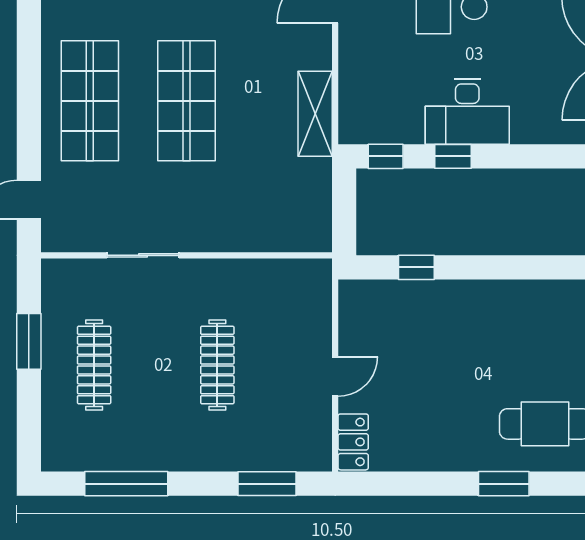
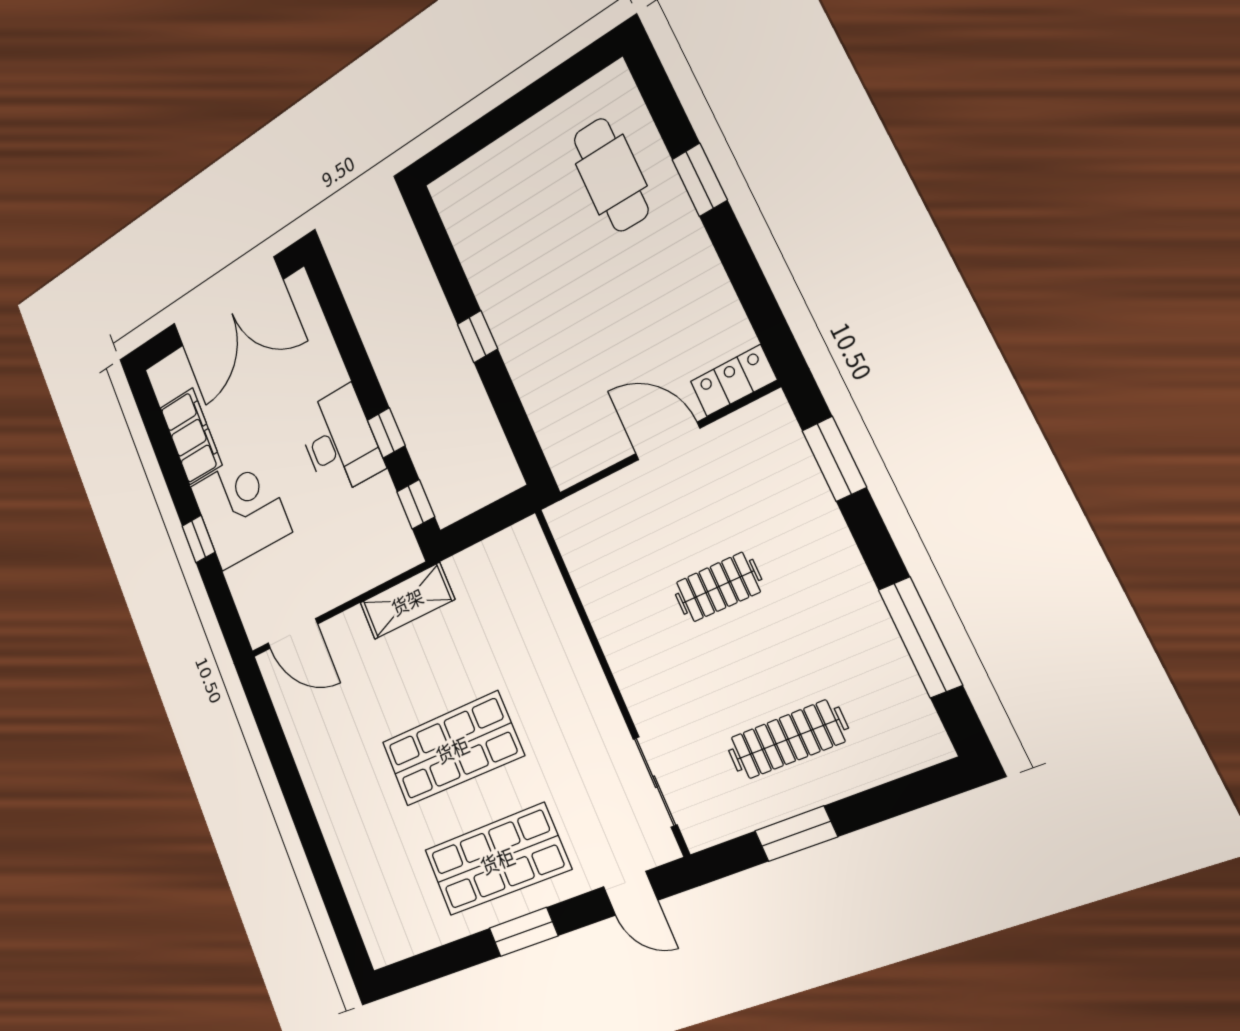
window: (29, 98) -> (523, 932), added
sliding door: (143, 255) -> (655, 782), moved
window: (416, 267) -> (477, 337), moved
clothes rail: (217, 365) -> (718, 587), width x0.73
door: (335, 376) -> (667, 441), width x1.38

